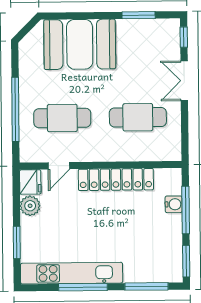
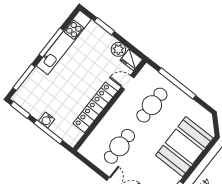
door: (59, 166) -> (128, 82), hinge flipped
water cooler: (174, 204) -> (47, 120), moved

